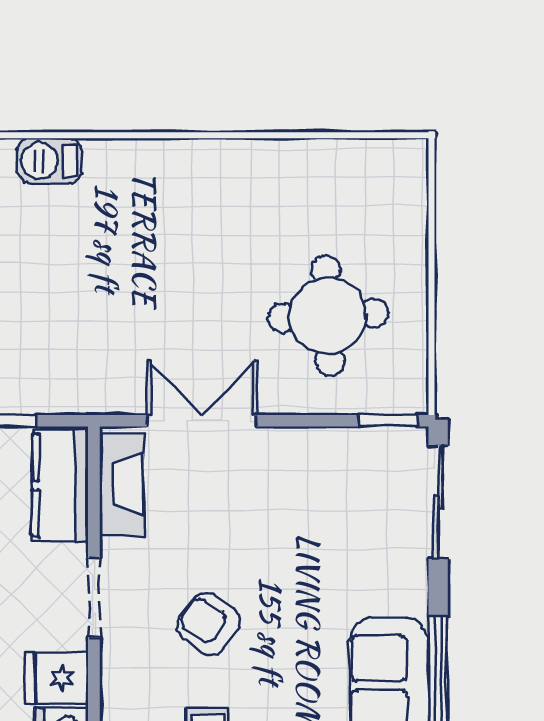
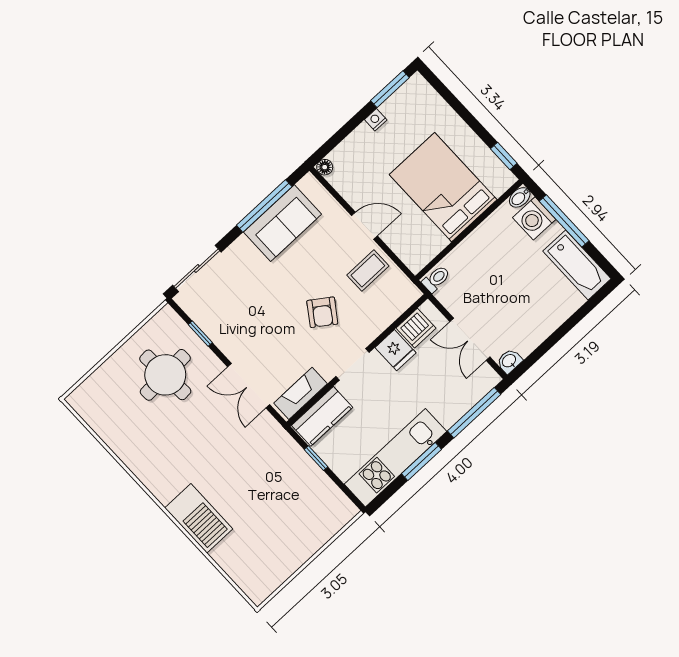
barbecue: (50, 161) -> (199, 518), width x1.88, depth x1.53
window: (388, 421) -> (200, 334), moved

